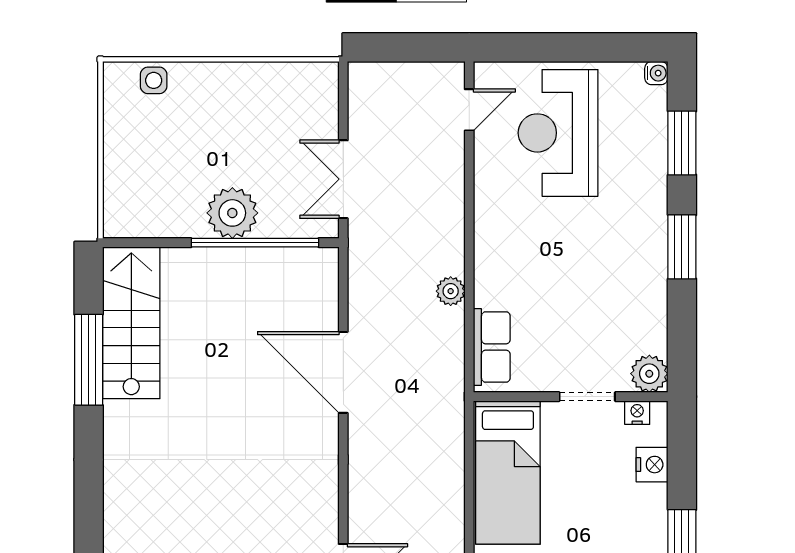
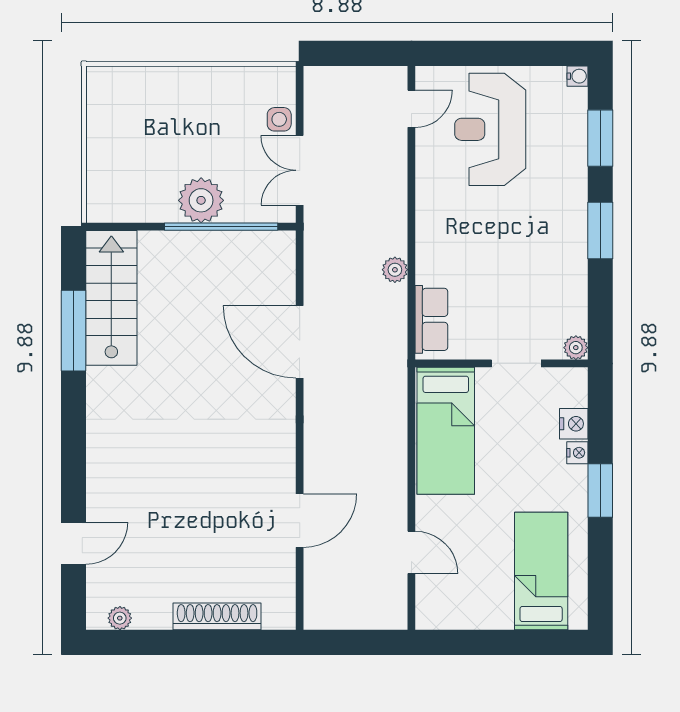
side table: (154, 80) -> (279, 119), moved
plant: (649, 374) -> (576, 348), width x0.73, depth x0.73
nightstand: (637, 413) -> (577, 453), moved, turned 90

